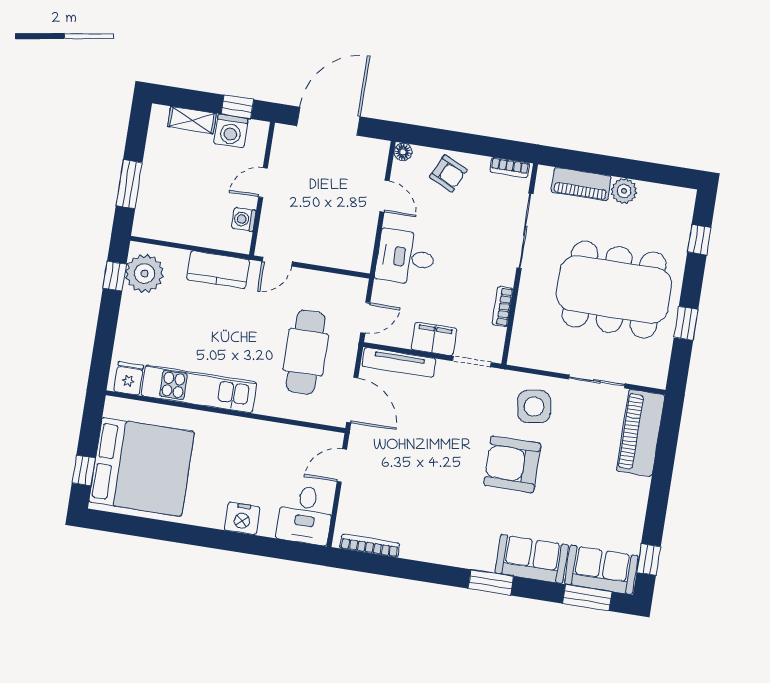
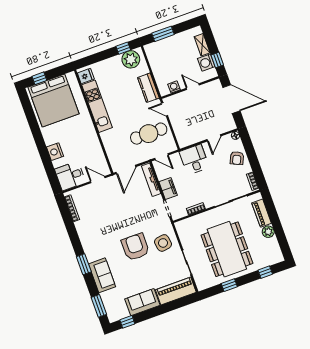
cafe table: (306, 352) -> (149, 134), moved
sofa: (601, 570) -> (142, 302), moved, turned -90

